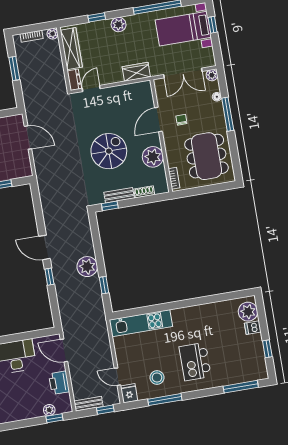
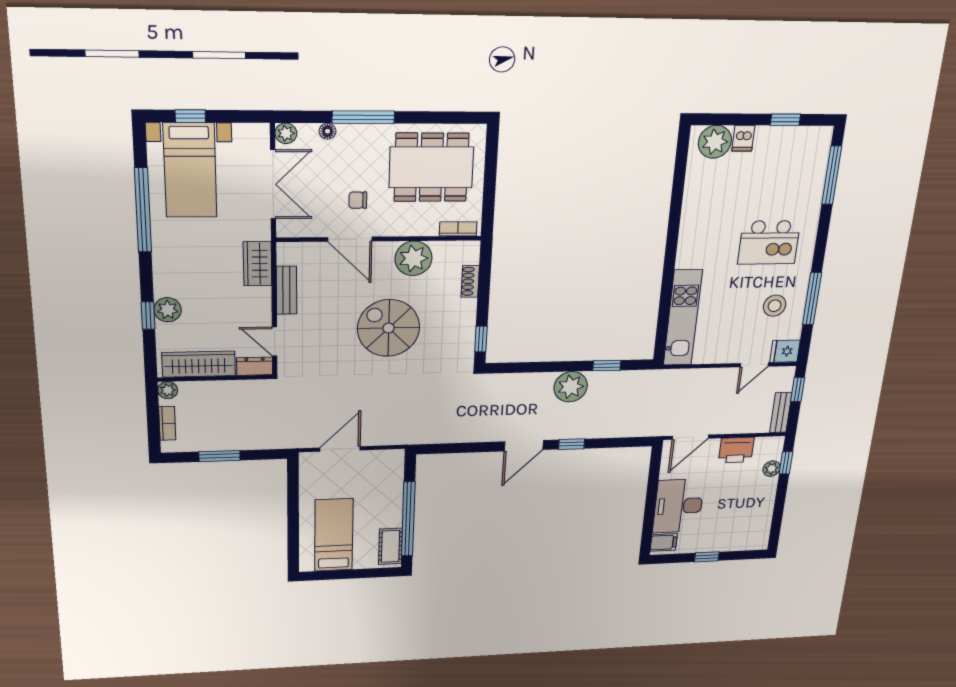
plant: (119, 25) -> (168, 310), moved
bench: (119, 195) -> (286, 290), moved

